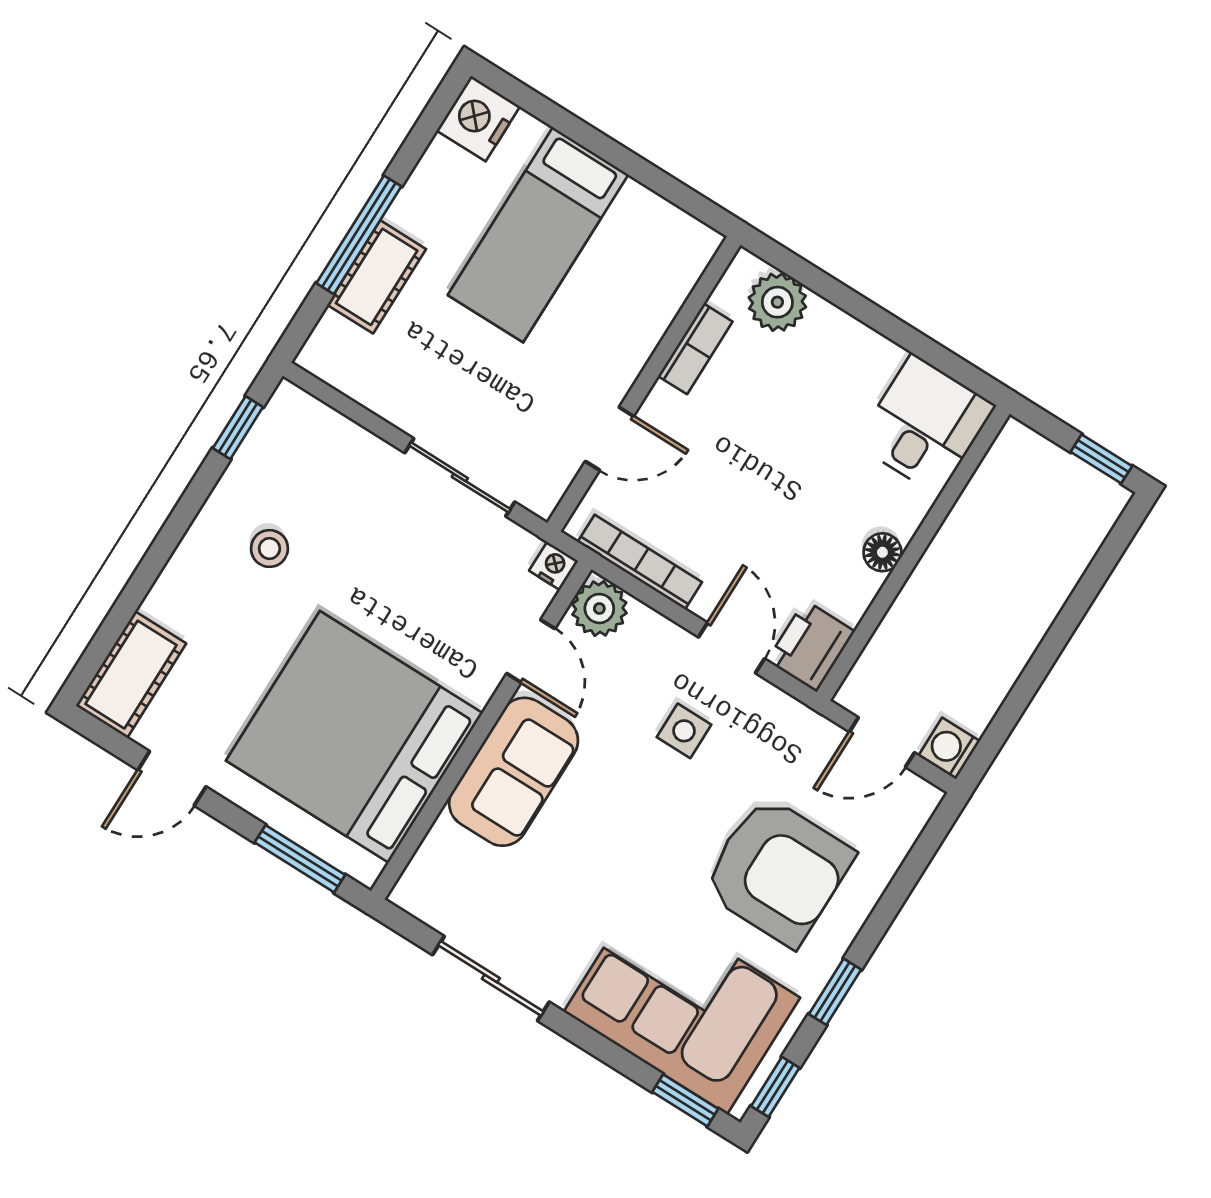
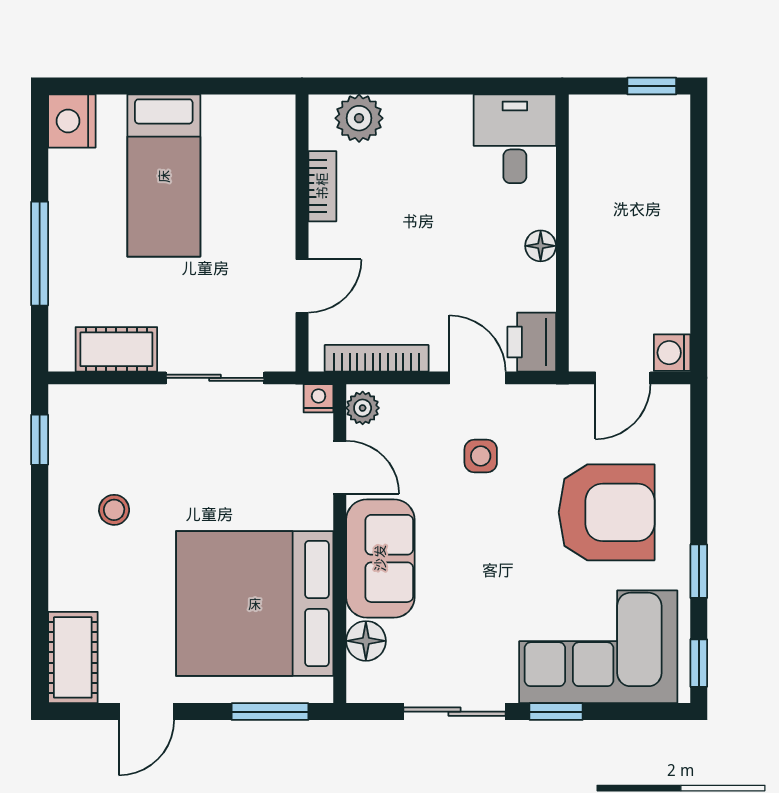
cot: (377, 277) -> (116, 349), moved, turned 90
plant: (599, 608) -> (363, 408), width x0.73, depth x0.73
floor lamp: (445, 848) -> (366, 641), added
window: (685, 1100) -> (556, 712), moved

